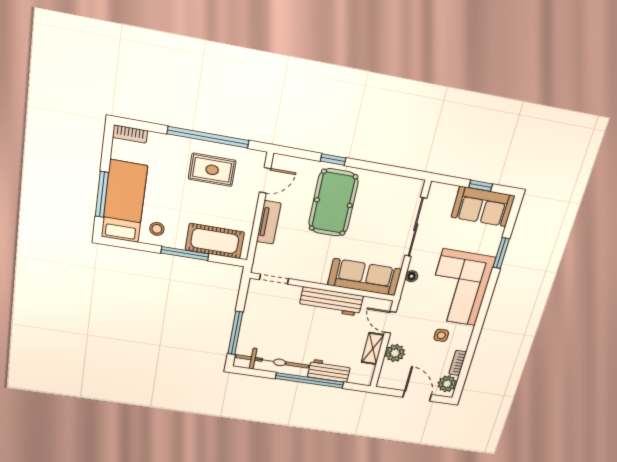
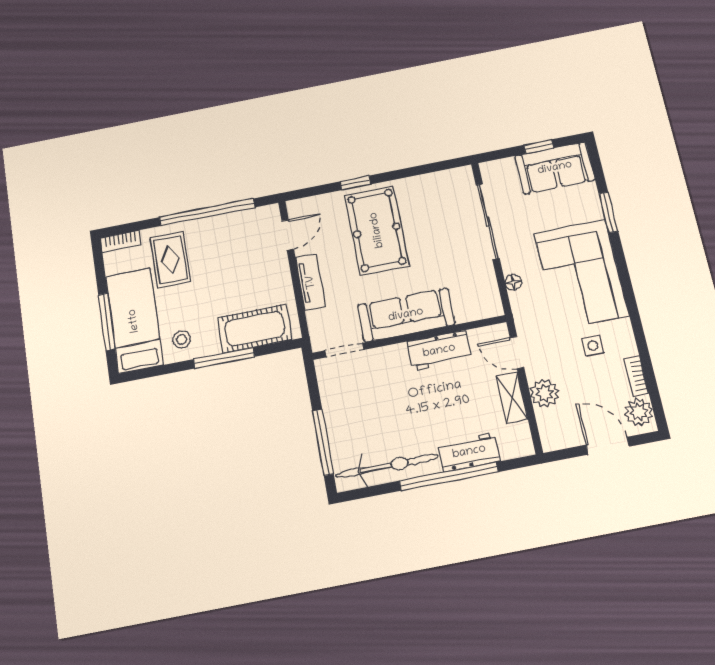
rug: (212, 170) -> (170, 260), moved, turned 90
sofa: (364, 277) -> (406, 315), moved
workbench: (331, 301) -> (439, 351), width x0.73

